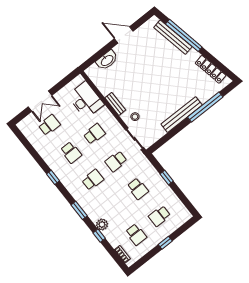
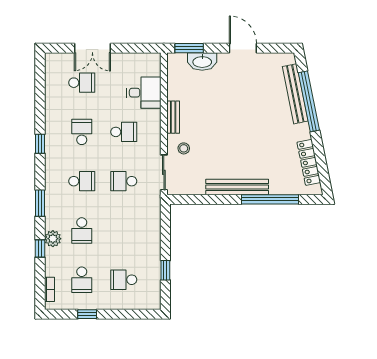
window: (94, 59) -> (189, 48), added
desk: (86, 100) -> (144, 93), width x0.73
school desk: (71, 152) -> (82, 132), turned 180
window: (167, 177) -> (165, 270), moved
school desk: (138, 189) -> (82, 230), moved
window: (165, 243) -> (87, 314), moved

